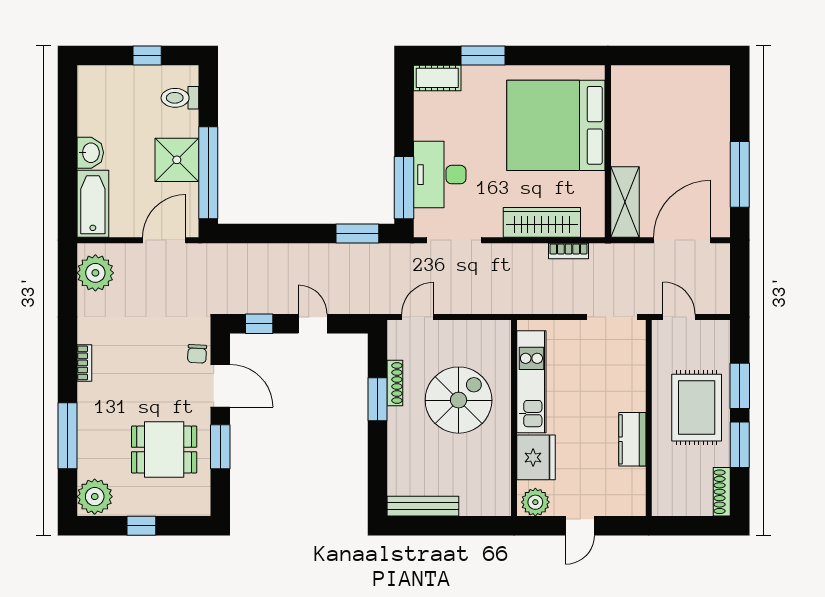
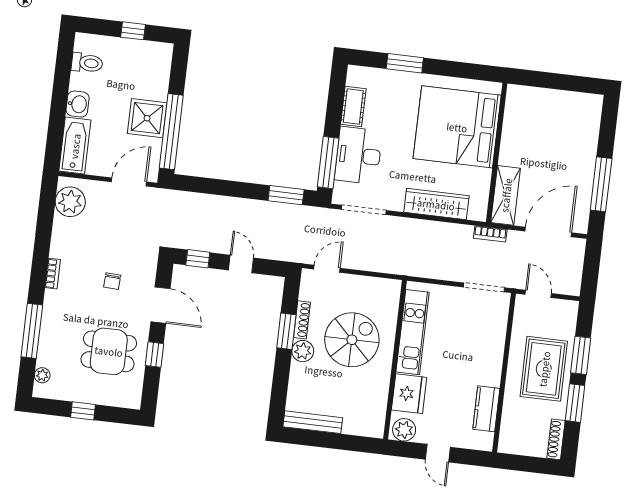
cot: (437, 78) -> (353, 106), moved, turned 90
toilet: (180, 98) -> (87, 63), moved, turned 180
bookcase: (568, 251) -> (490, 234), moved
chair: (197, 354) -> (112, 281), moved
plant: (400, 421) -> (303, 351), added
kitchen counter: (632, 439) -> (486, 409), moved
window: (220, 447) -> (155, 355), width x0.67
plant: (95, 497) -> (42, 375), width x0.53, depth x0.53
door: (580, 526) -> (438, 453), hinge flipped

